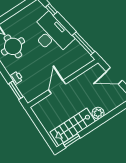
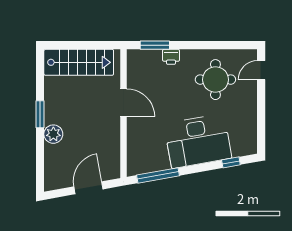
stairs: (73, 127) -> (79, 62), moved, turned 90
window: (72, 141) -> (40, 114), moved

